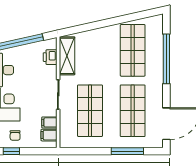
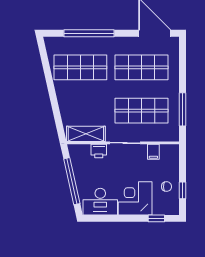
printer: (50, 57) -> (99, 151), moved
filing cabinet: (49, 135) -> (166, 152), removed
window: (127, 151) -> (182, 109), moved

